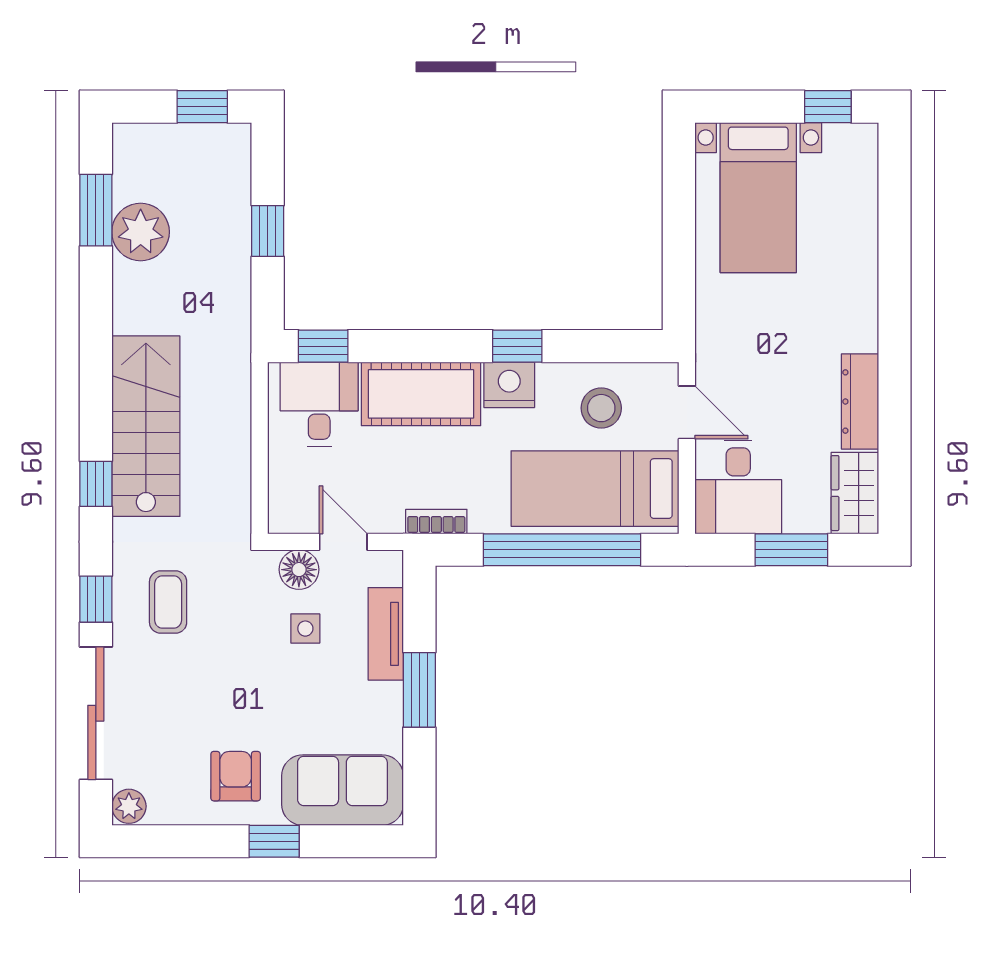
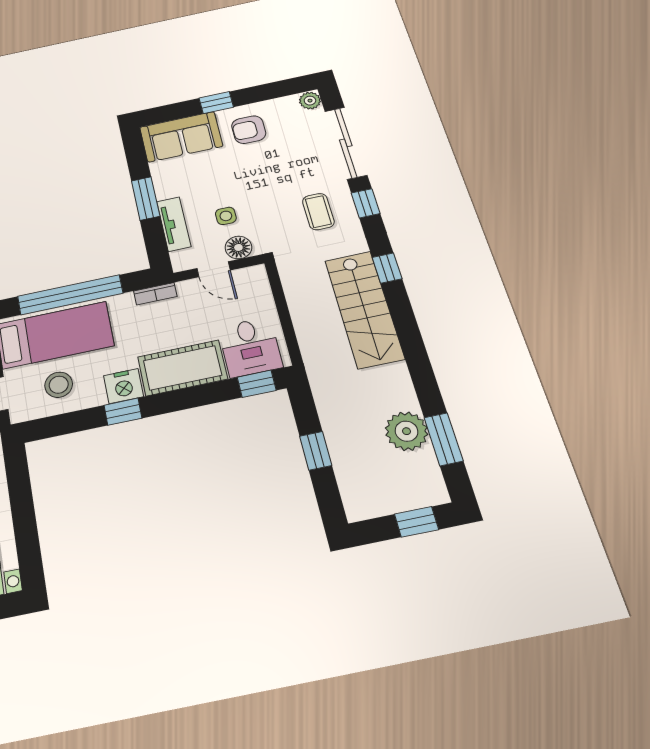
window: (202, 107) -> (416, 522), moved
armchair: (236, 776) -> (249, 130), turned 90

